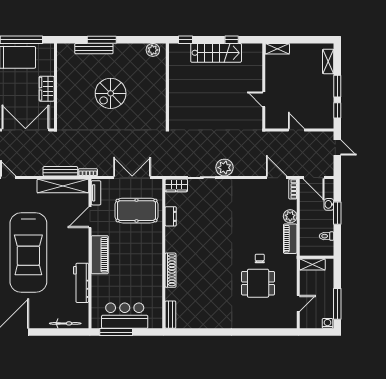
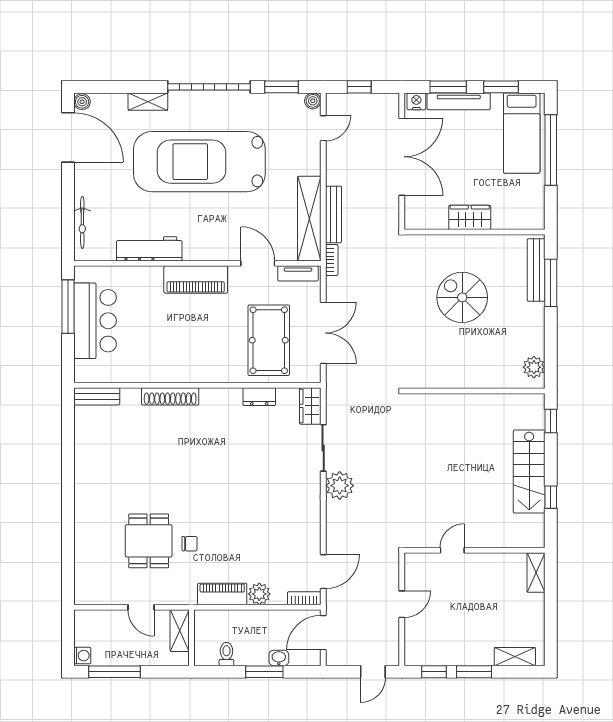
wall: (55, 86) -> (475, 232), moved
wardrobe: (47, 89) -> (470, 217), moved
door: (298, 303) -> (141, 607), moved

